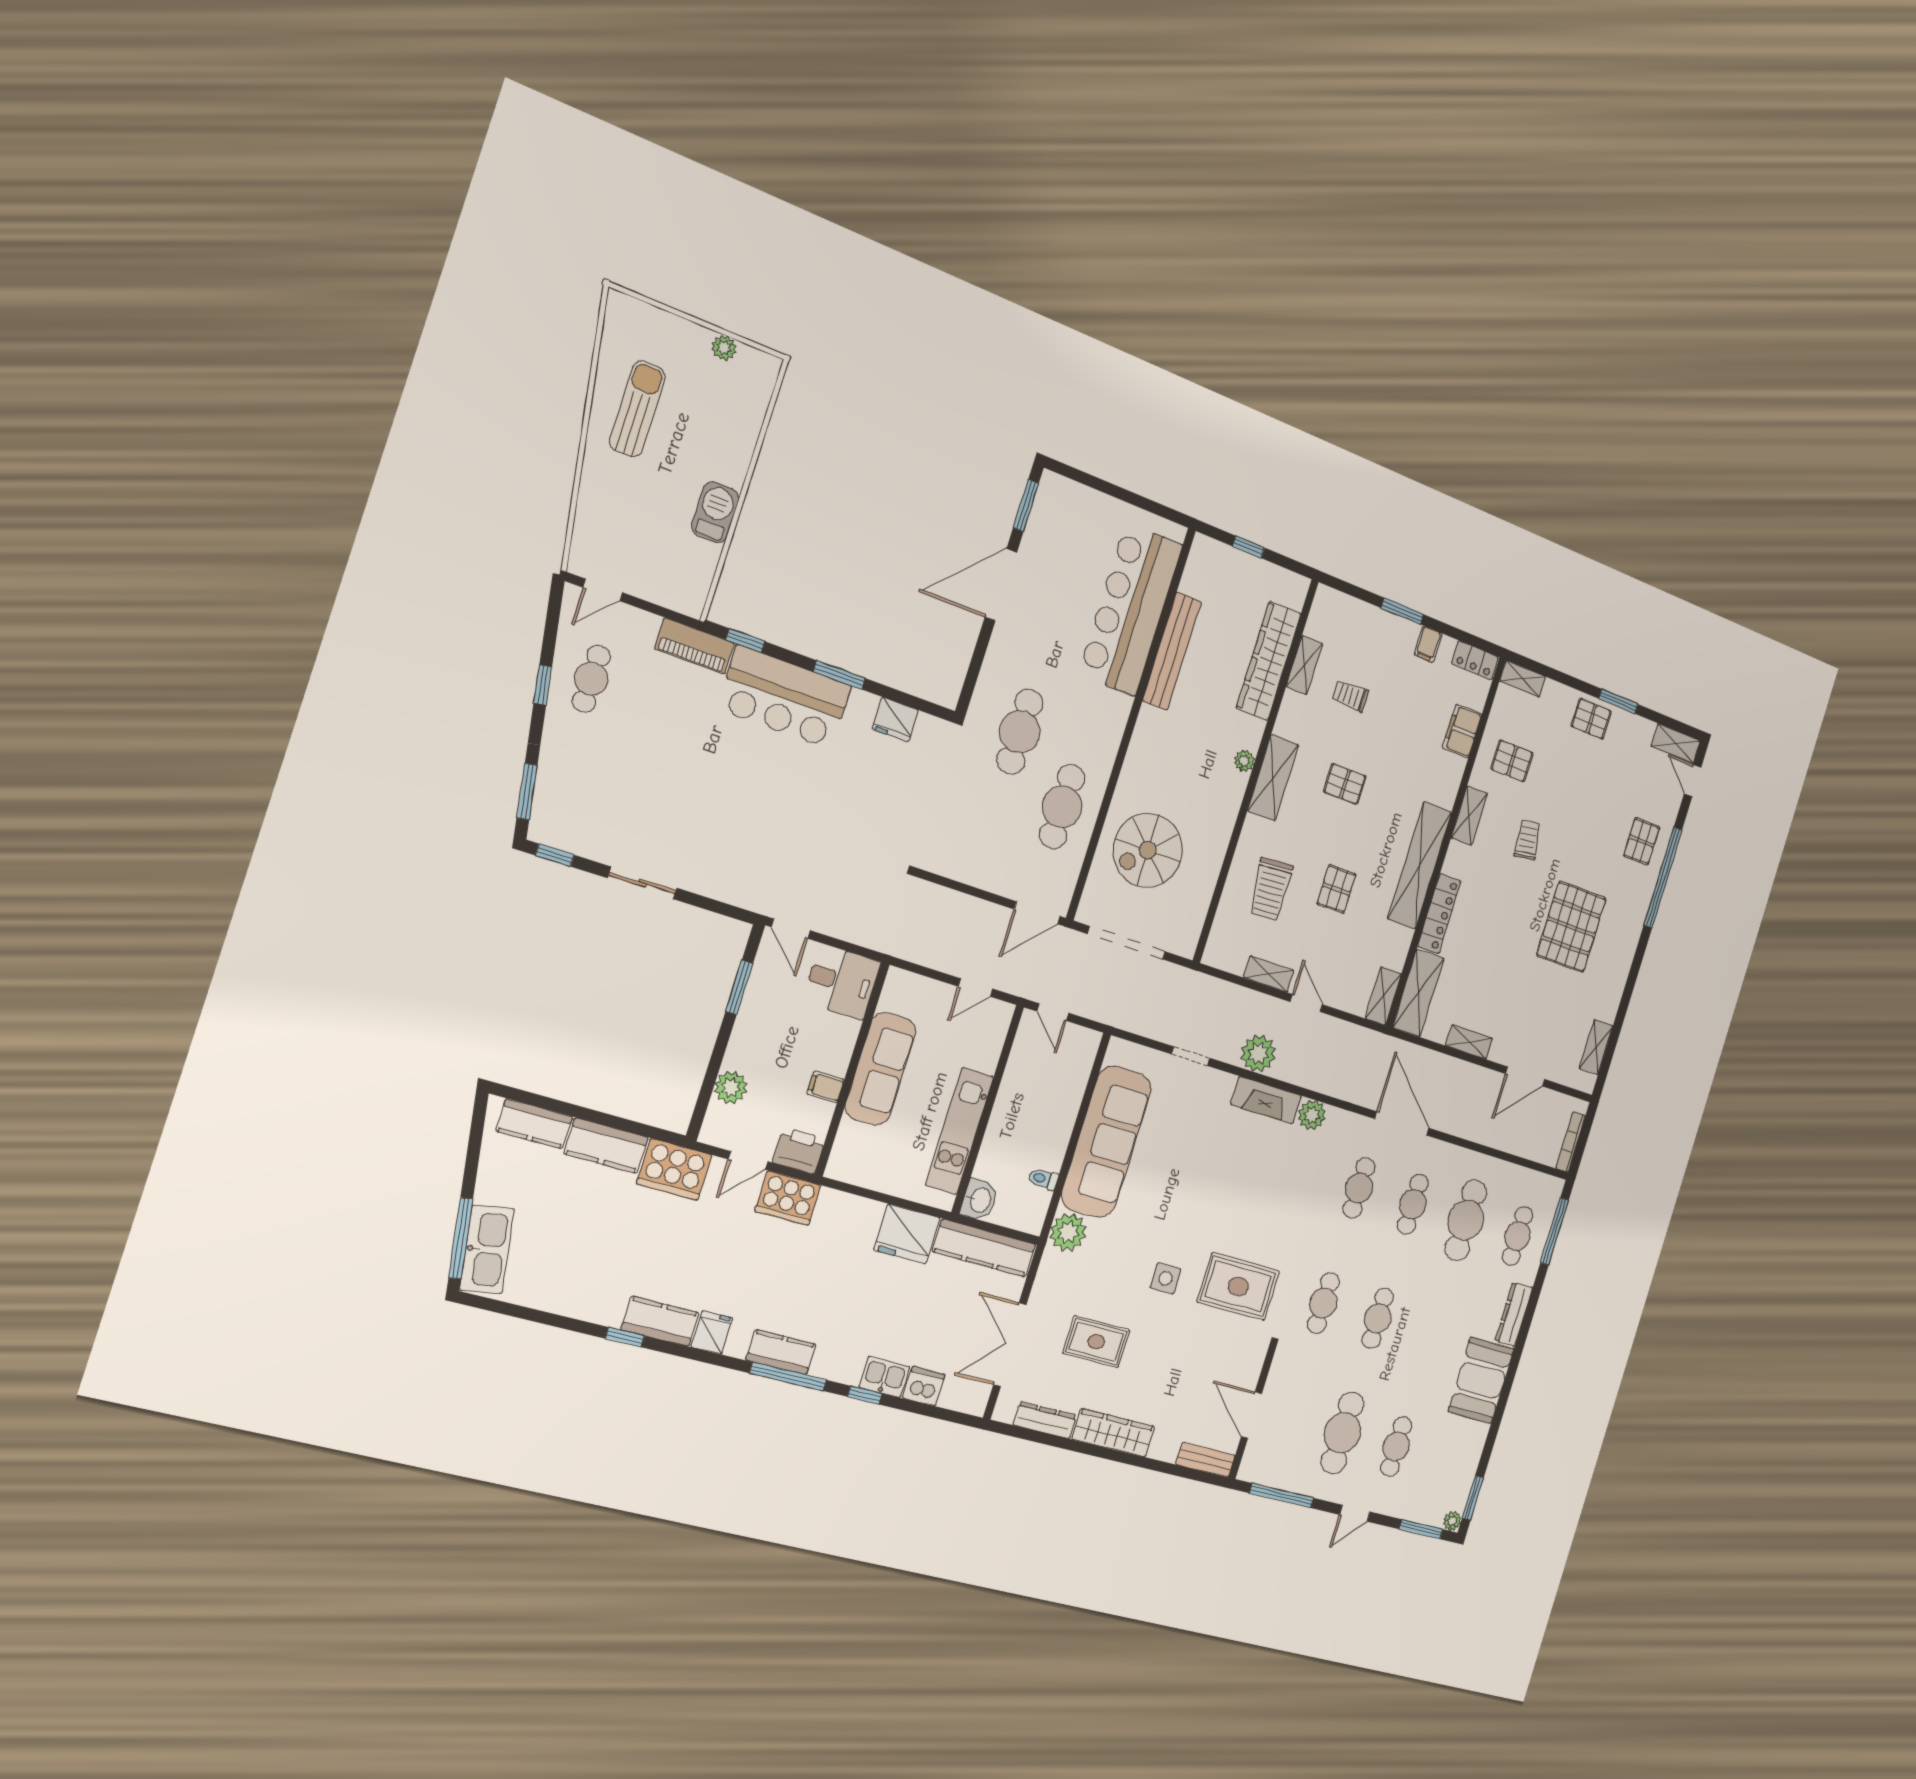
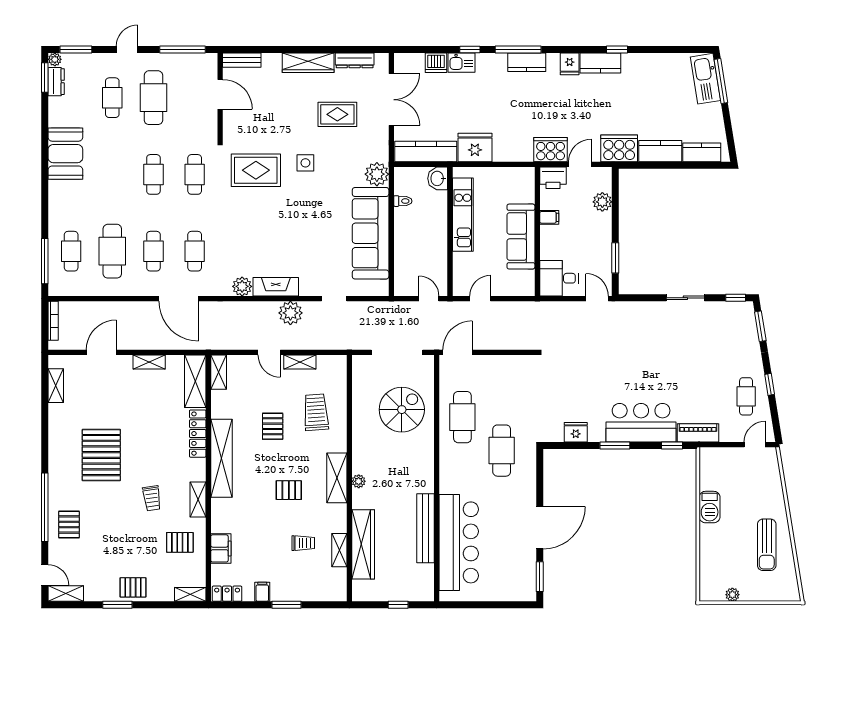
dresser: (1514, 1314) -> (56, 82), moved, width x0.70

